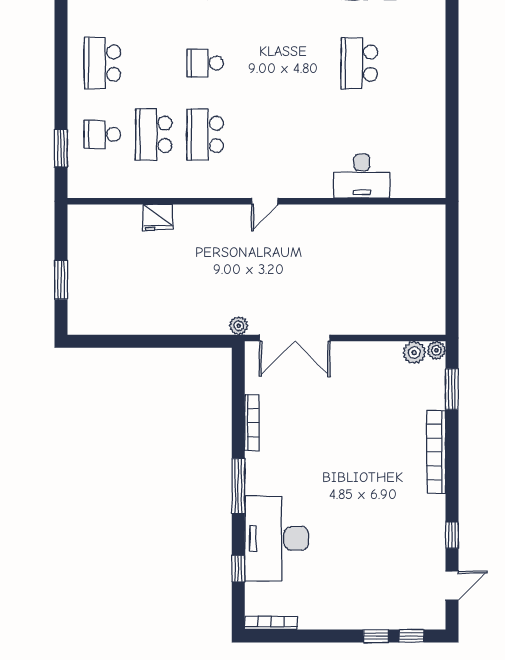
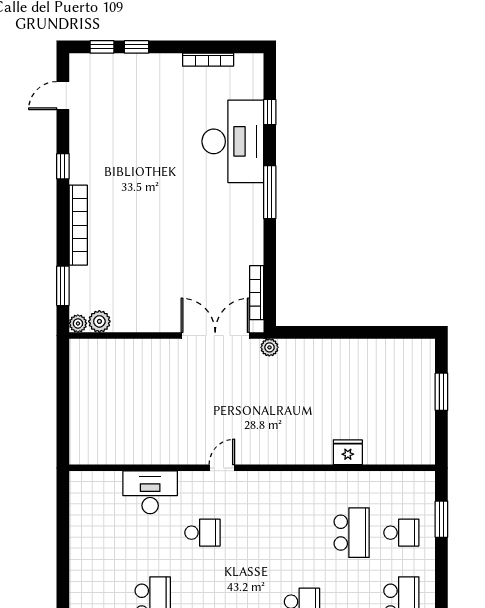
school desk: (205, 134) -> (202, 533), moved, width x0.54
door: (265, 201) -> (222, 468), moved
bookcase: (252, 422) -> (257, 293), moved
window: (452, 535) -> (63, 166), moved
bookcase: (271, 623) -> (208, 60), moved

